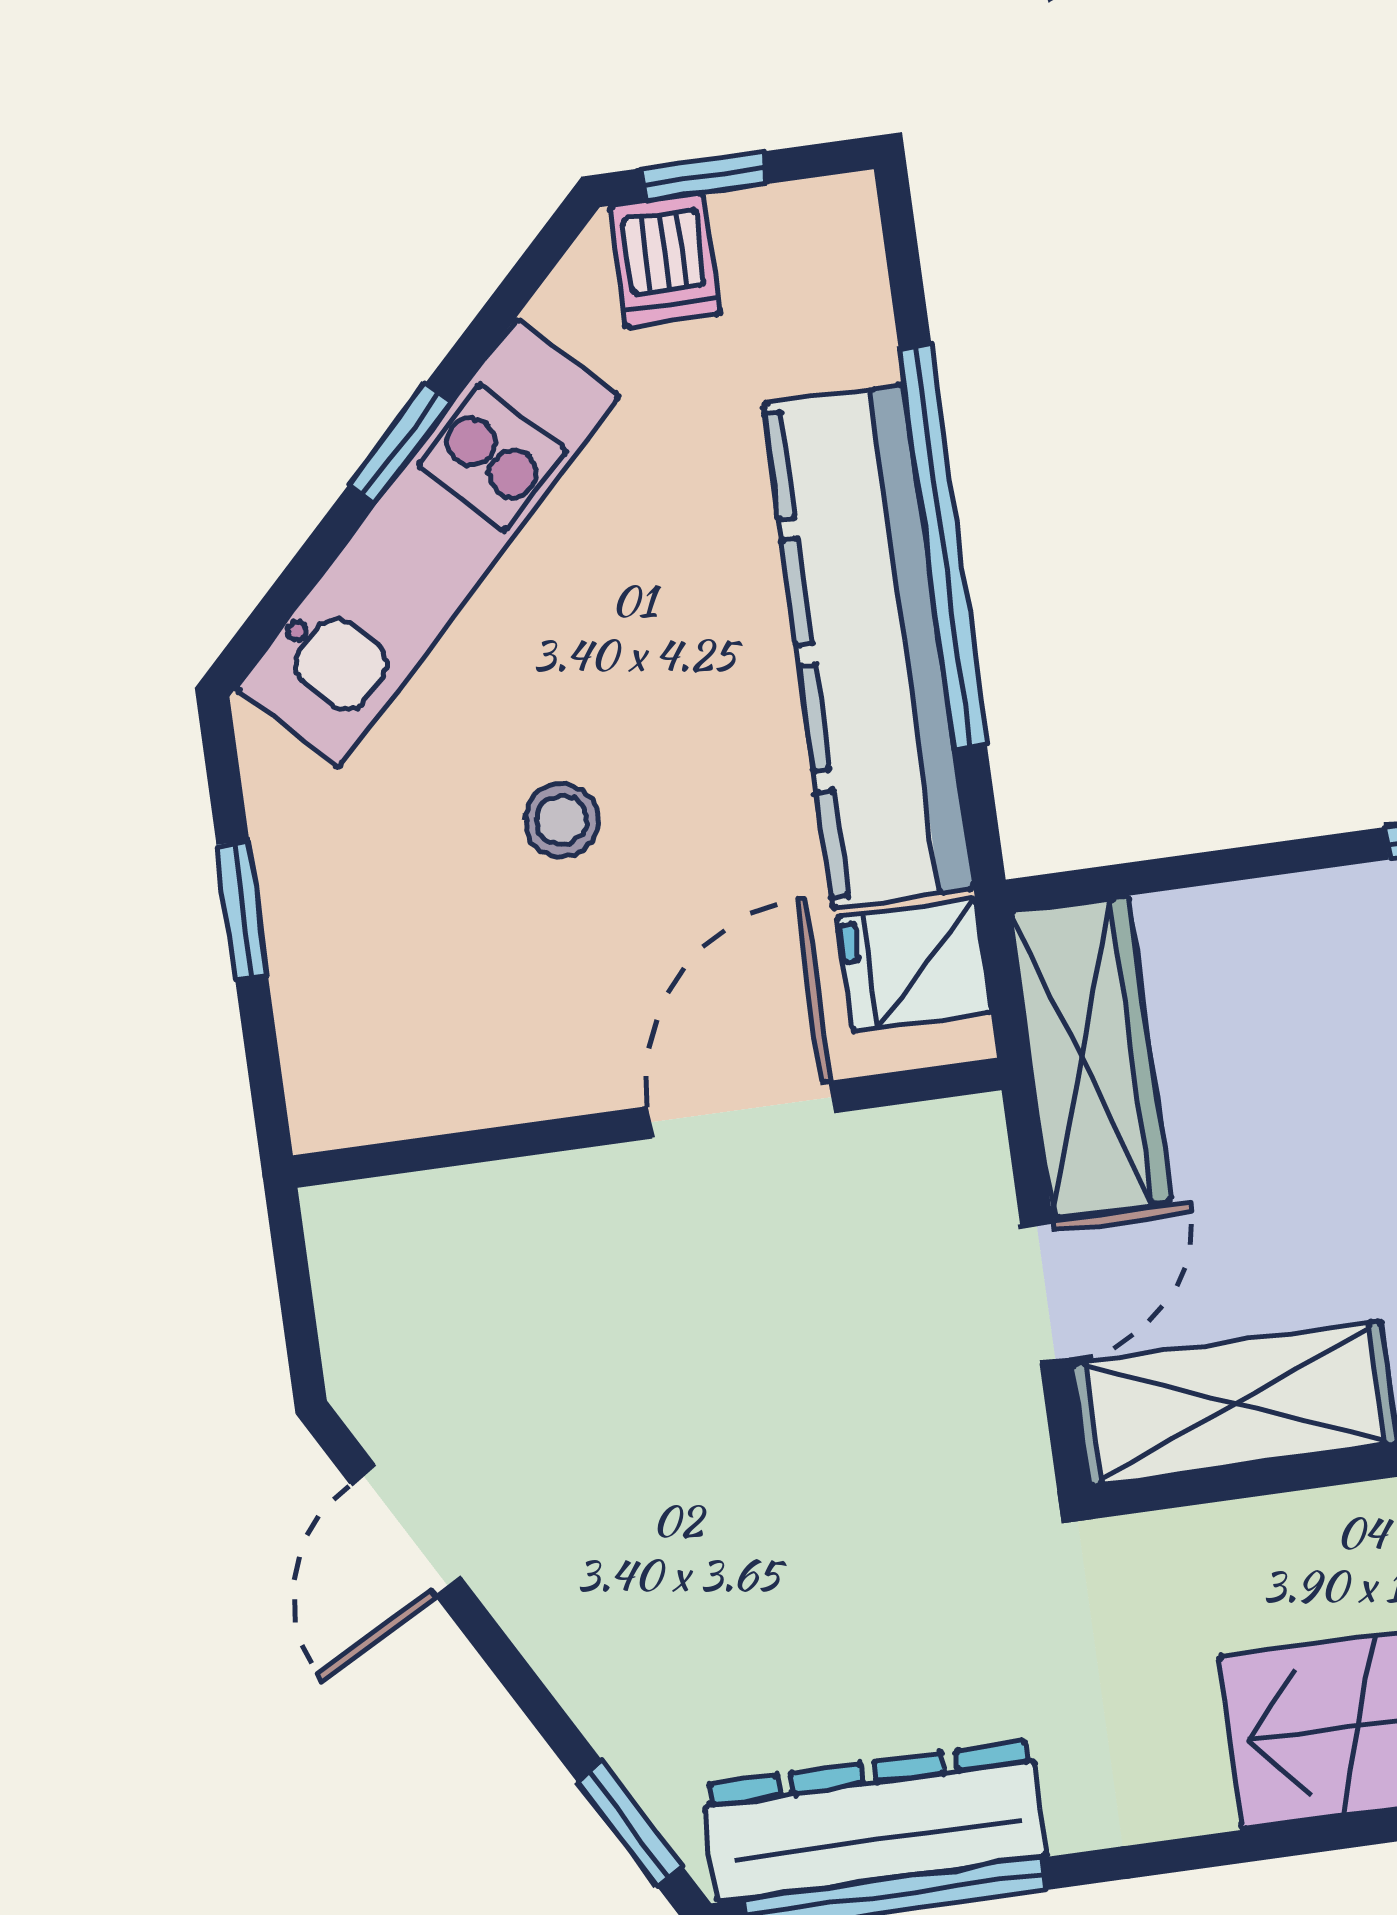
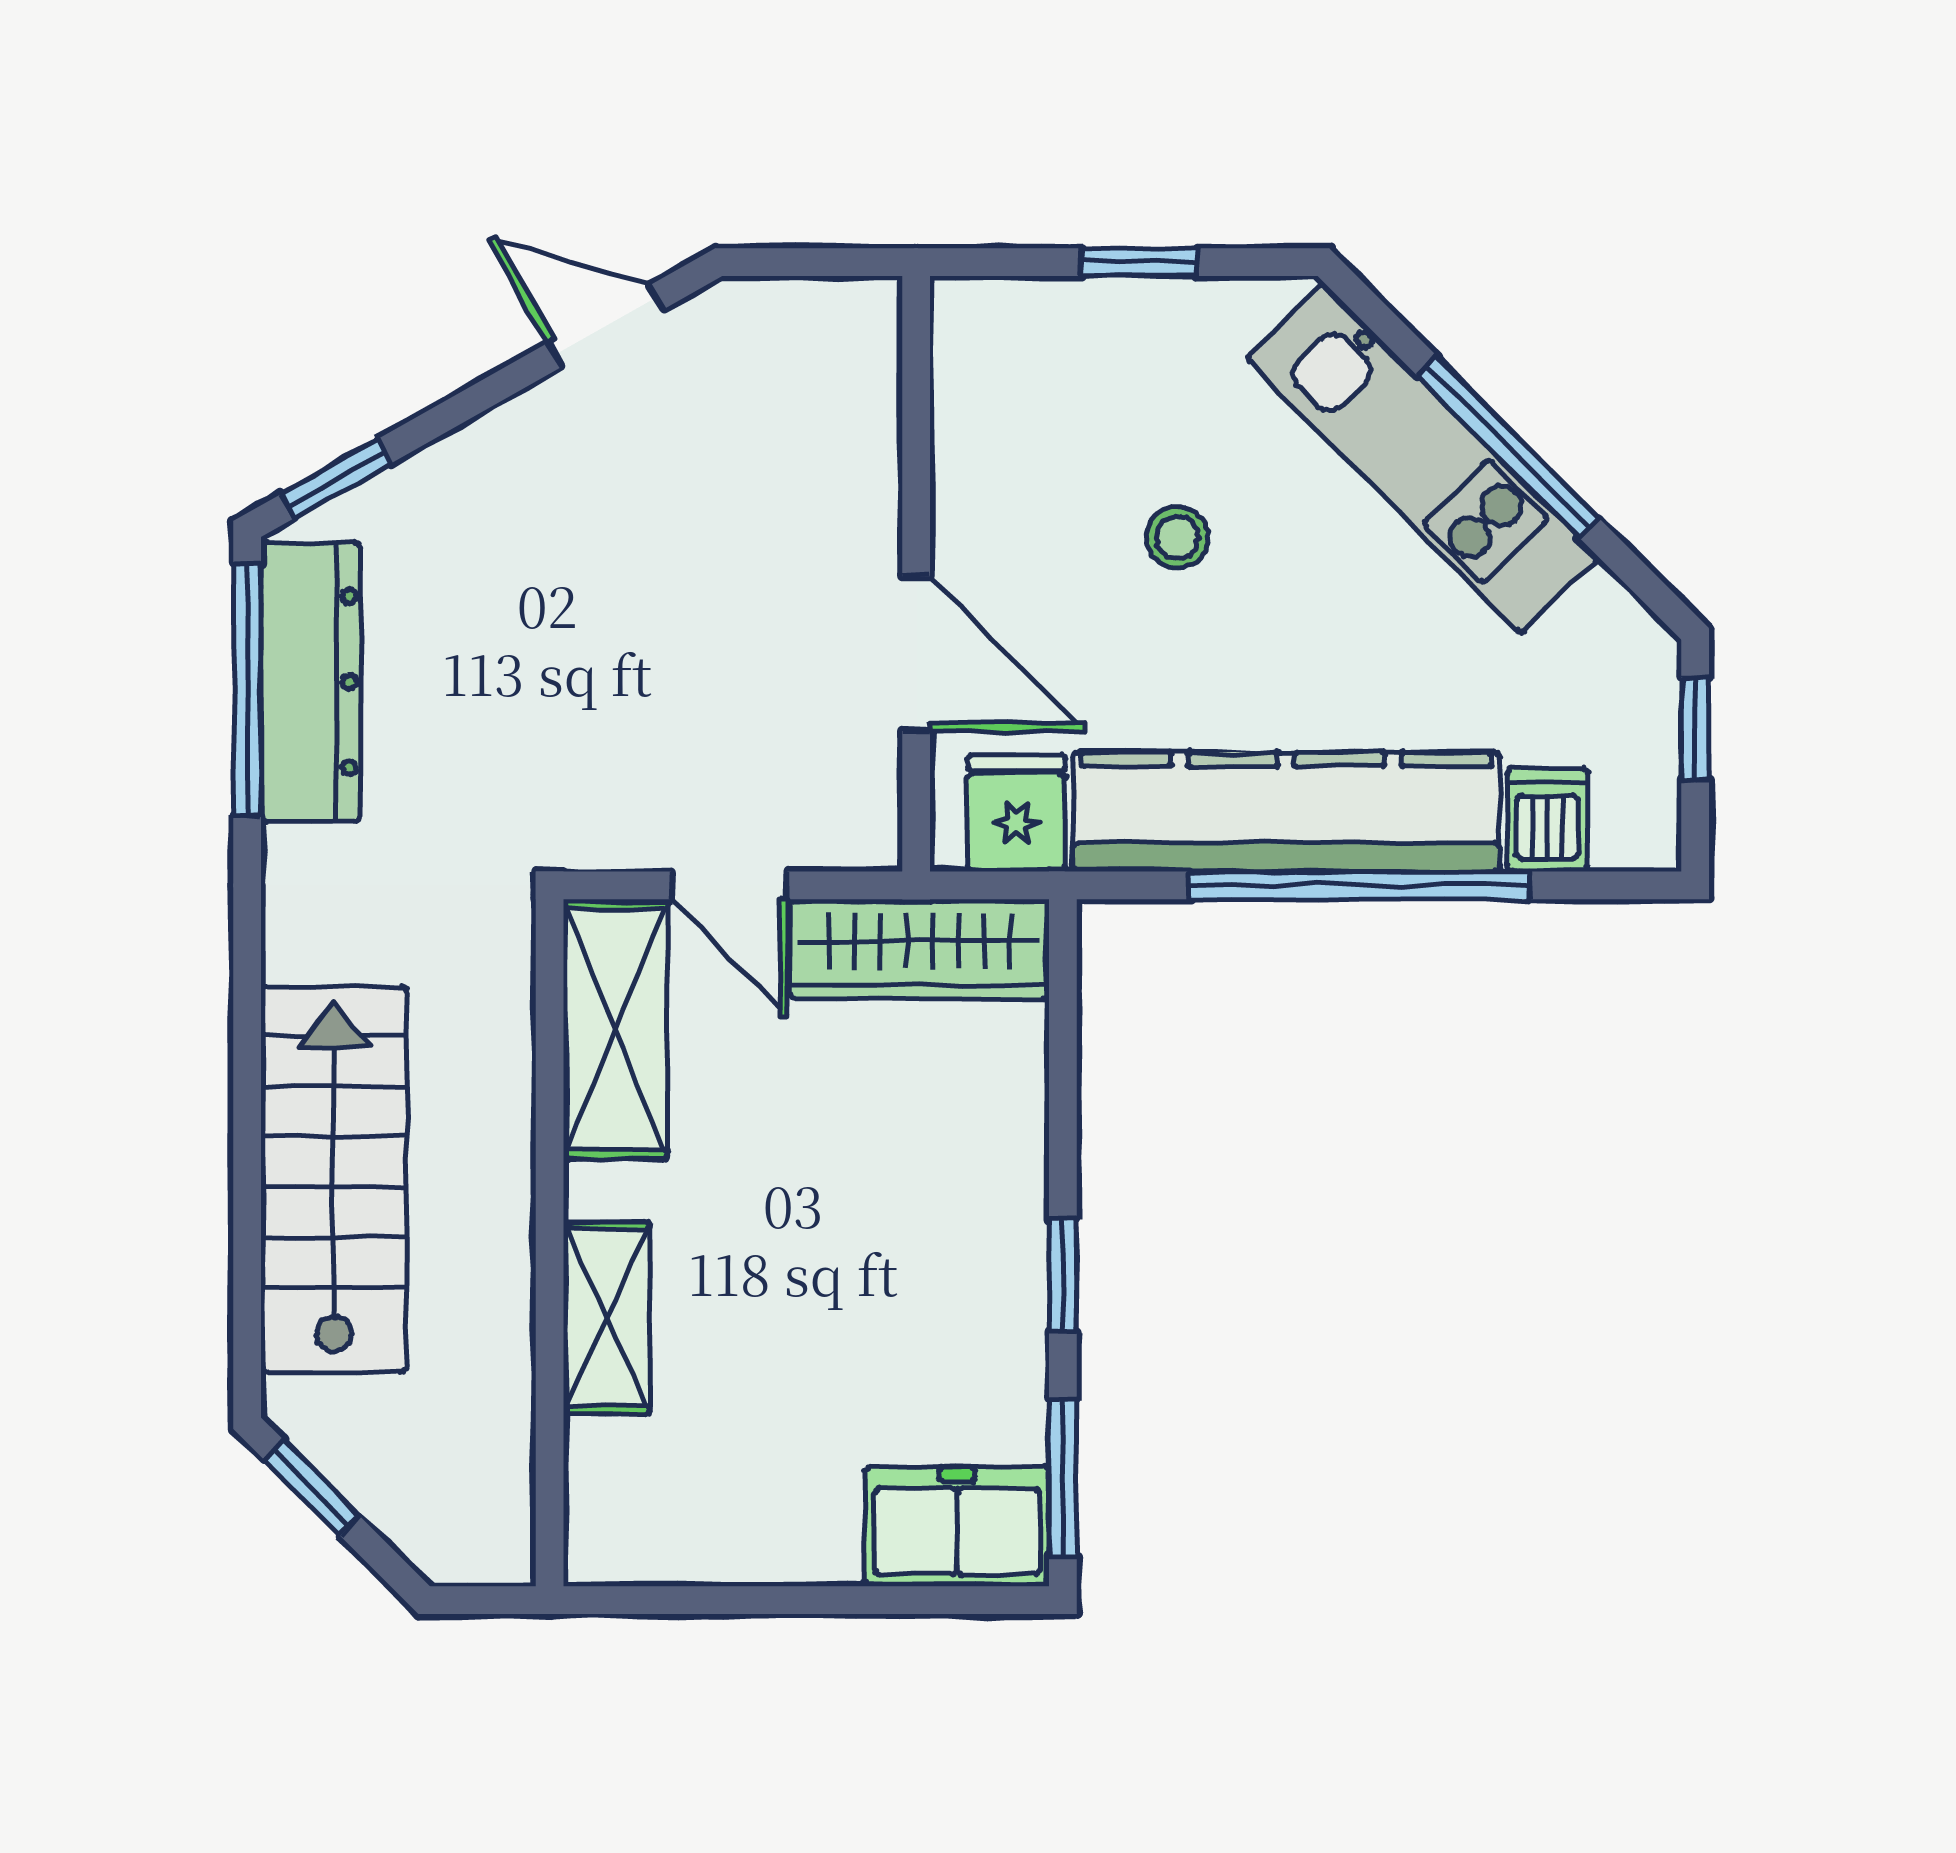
dishwasher: (665, 260) -> (1547, 820), moved, turned 90
window: (400, 443) -> (1508, 447), width x2.17

